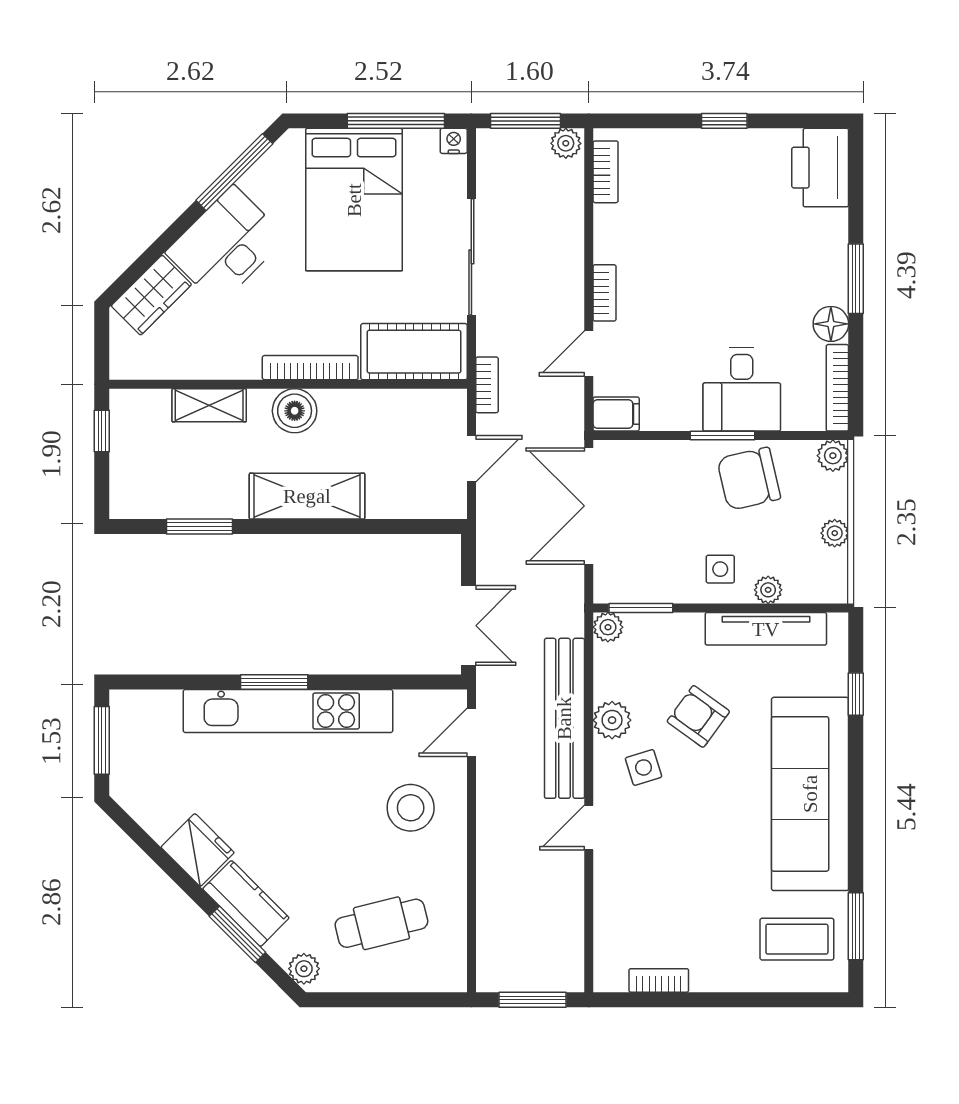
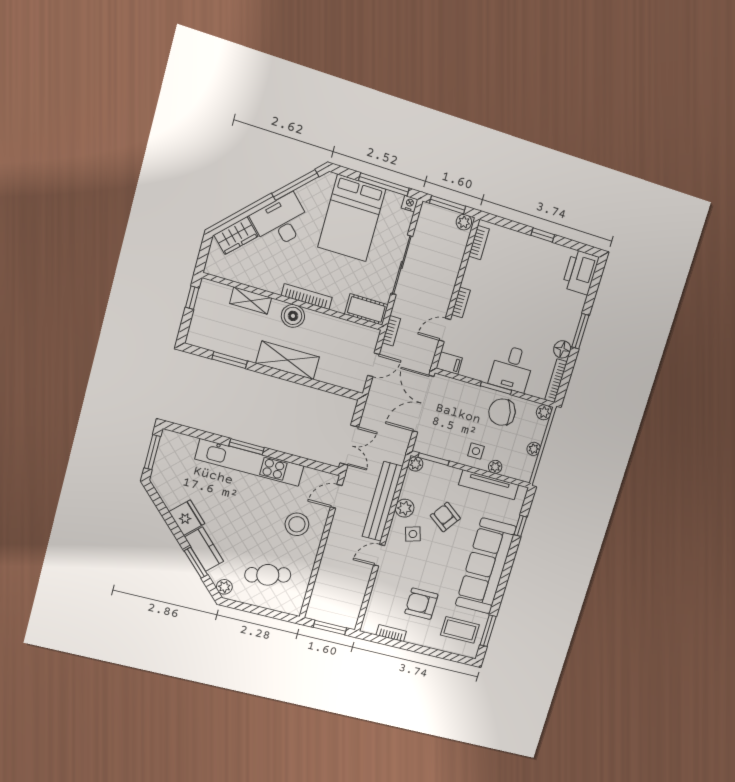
cot: (414, 352) -> (366, 309), width x0.73, depth x0.75
armchair: (702, 905) -> (421, 604), added

